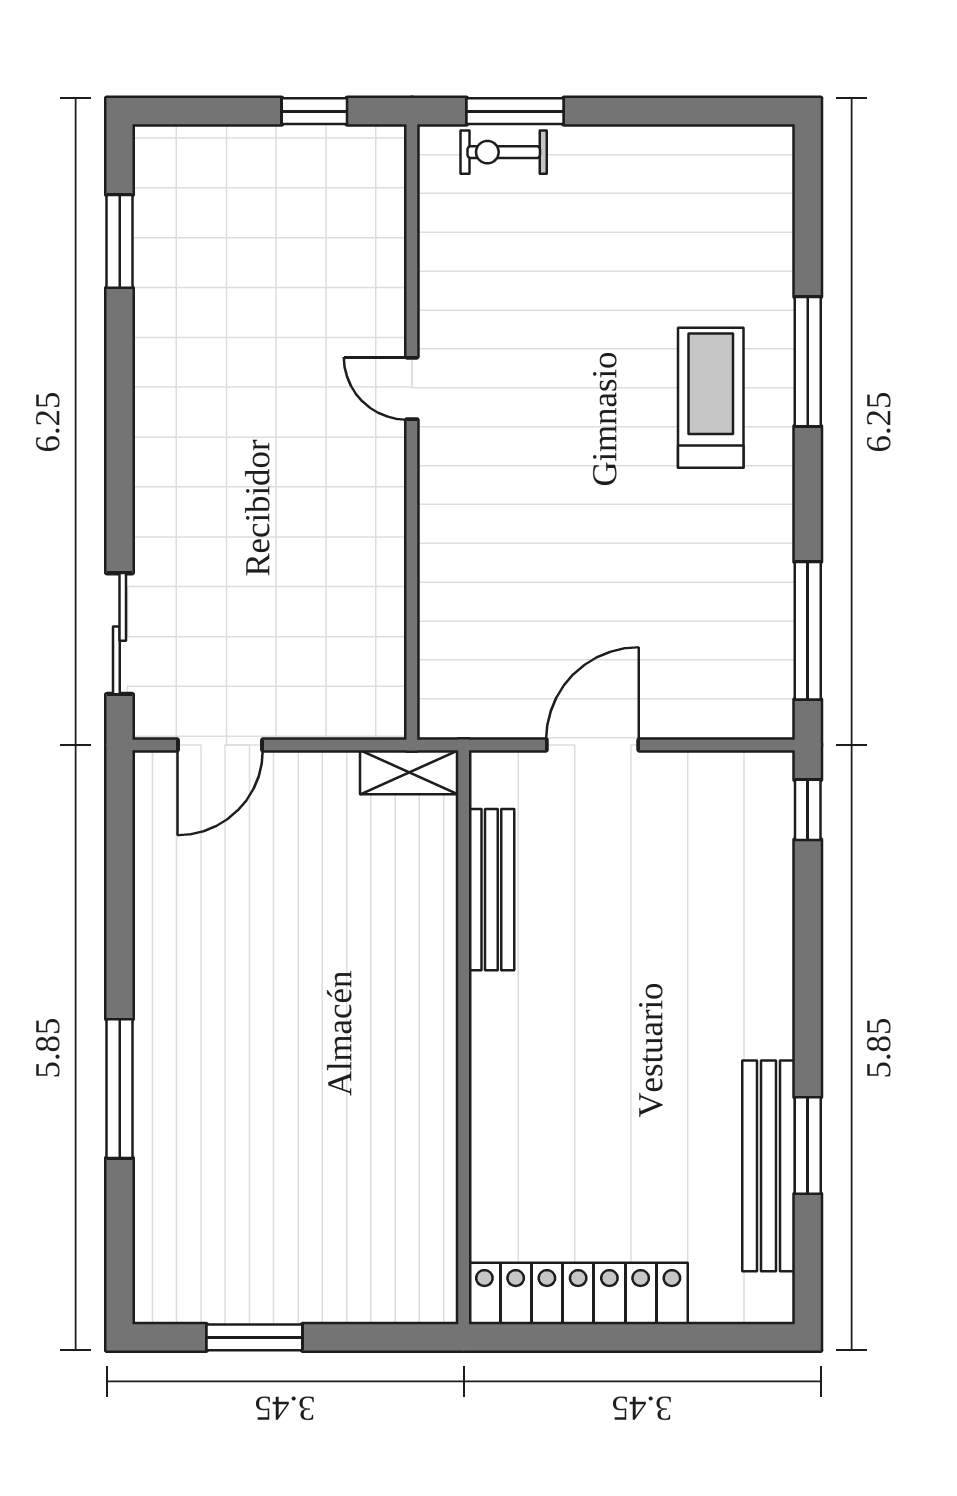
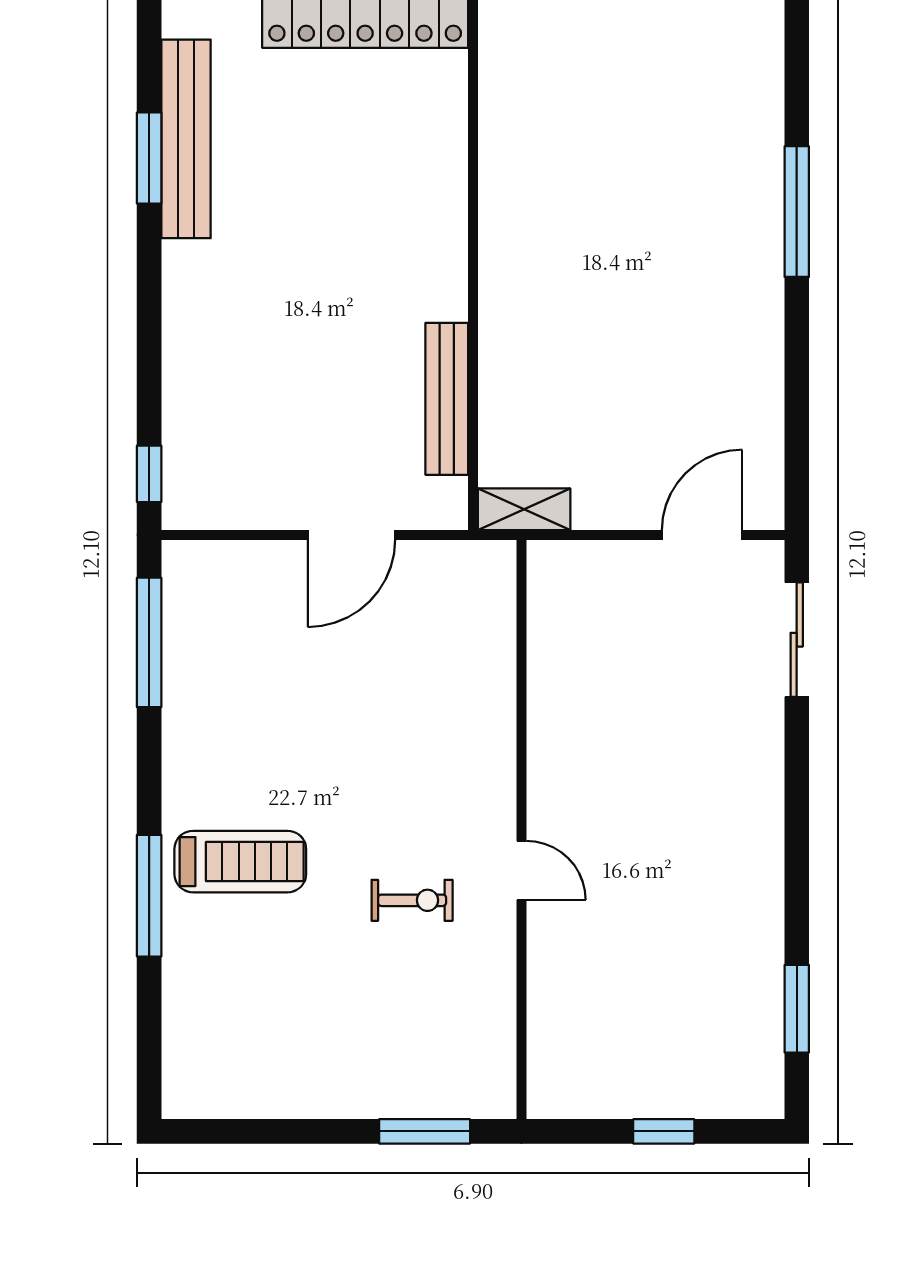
window: (314, 111) -> (664, 1131), moved
exercise bike: (504, 152) -> (412, 900), moved
treadmill: (711, 398) -> (240, 862), turned -90

